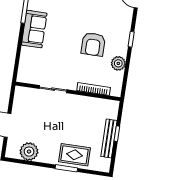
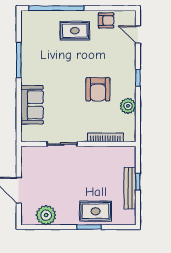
sofa: (34, 29) -> (32, 105), moved

